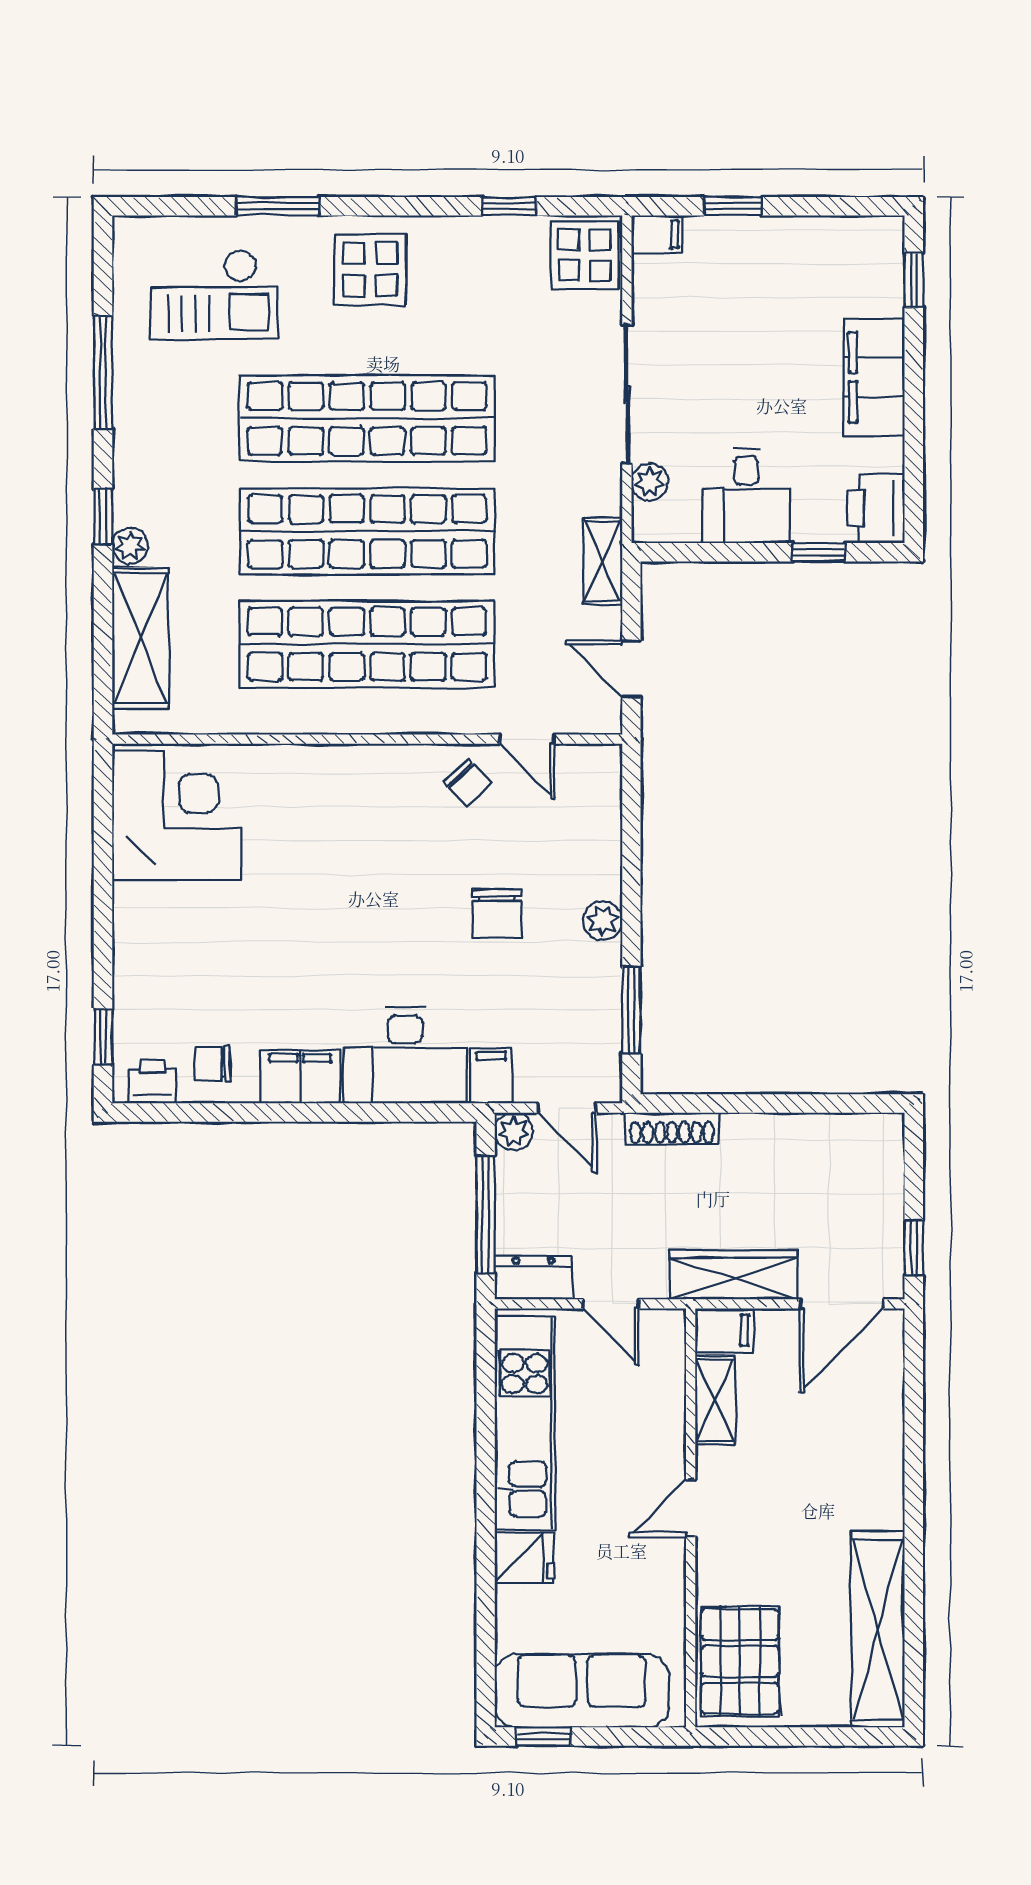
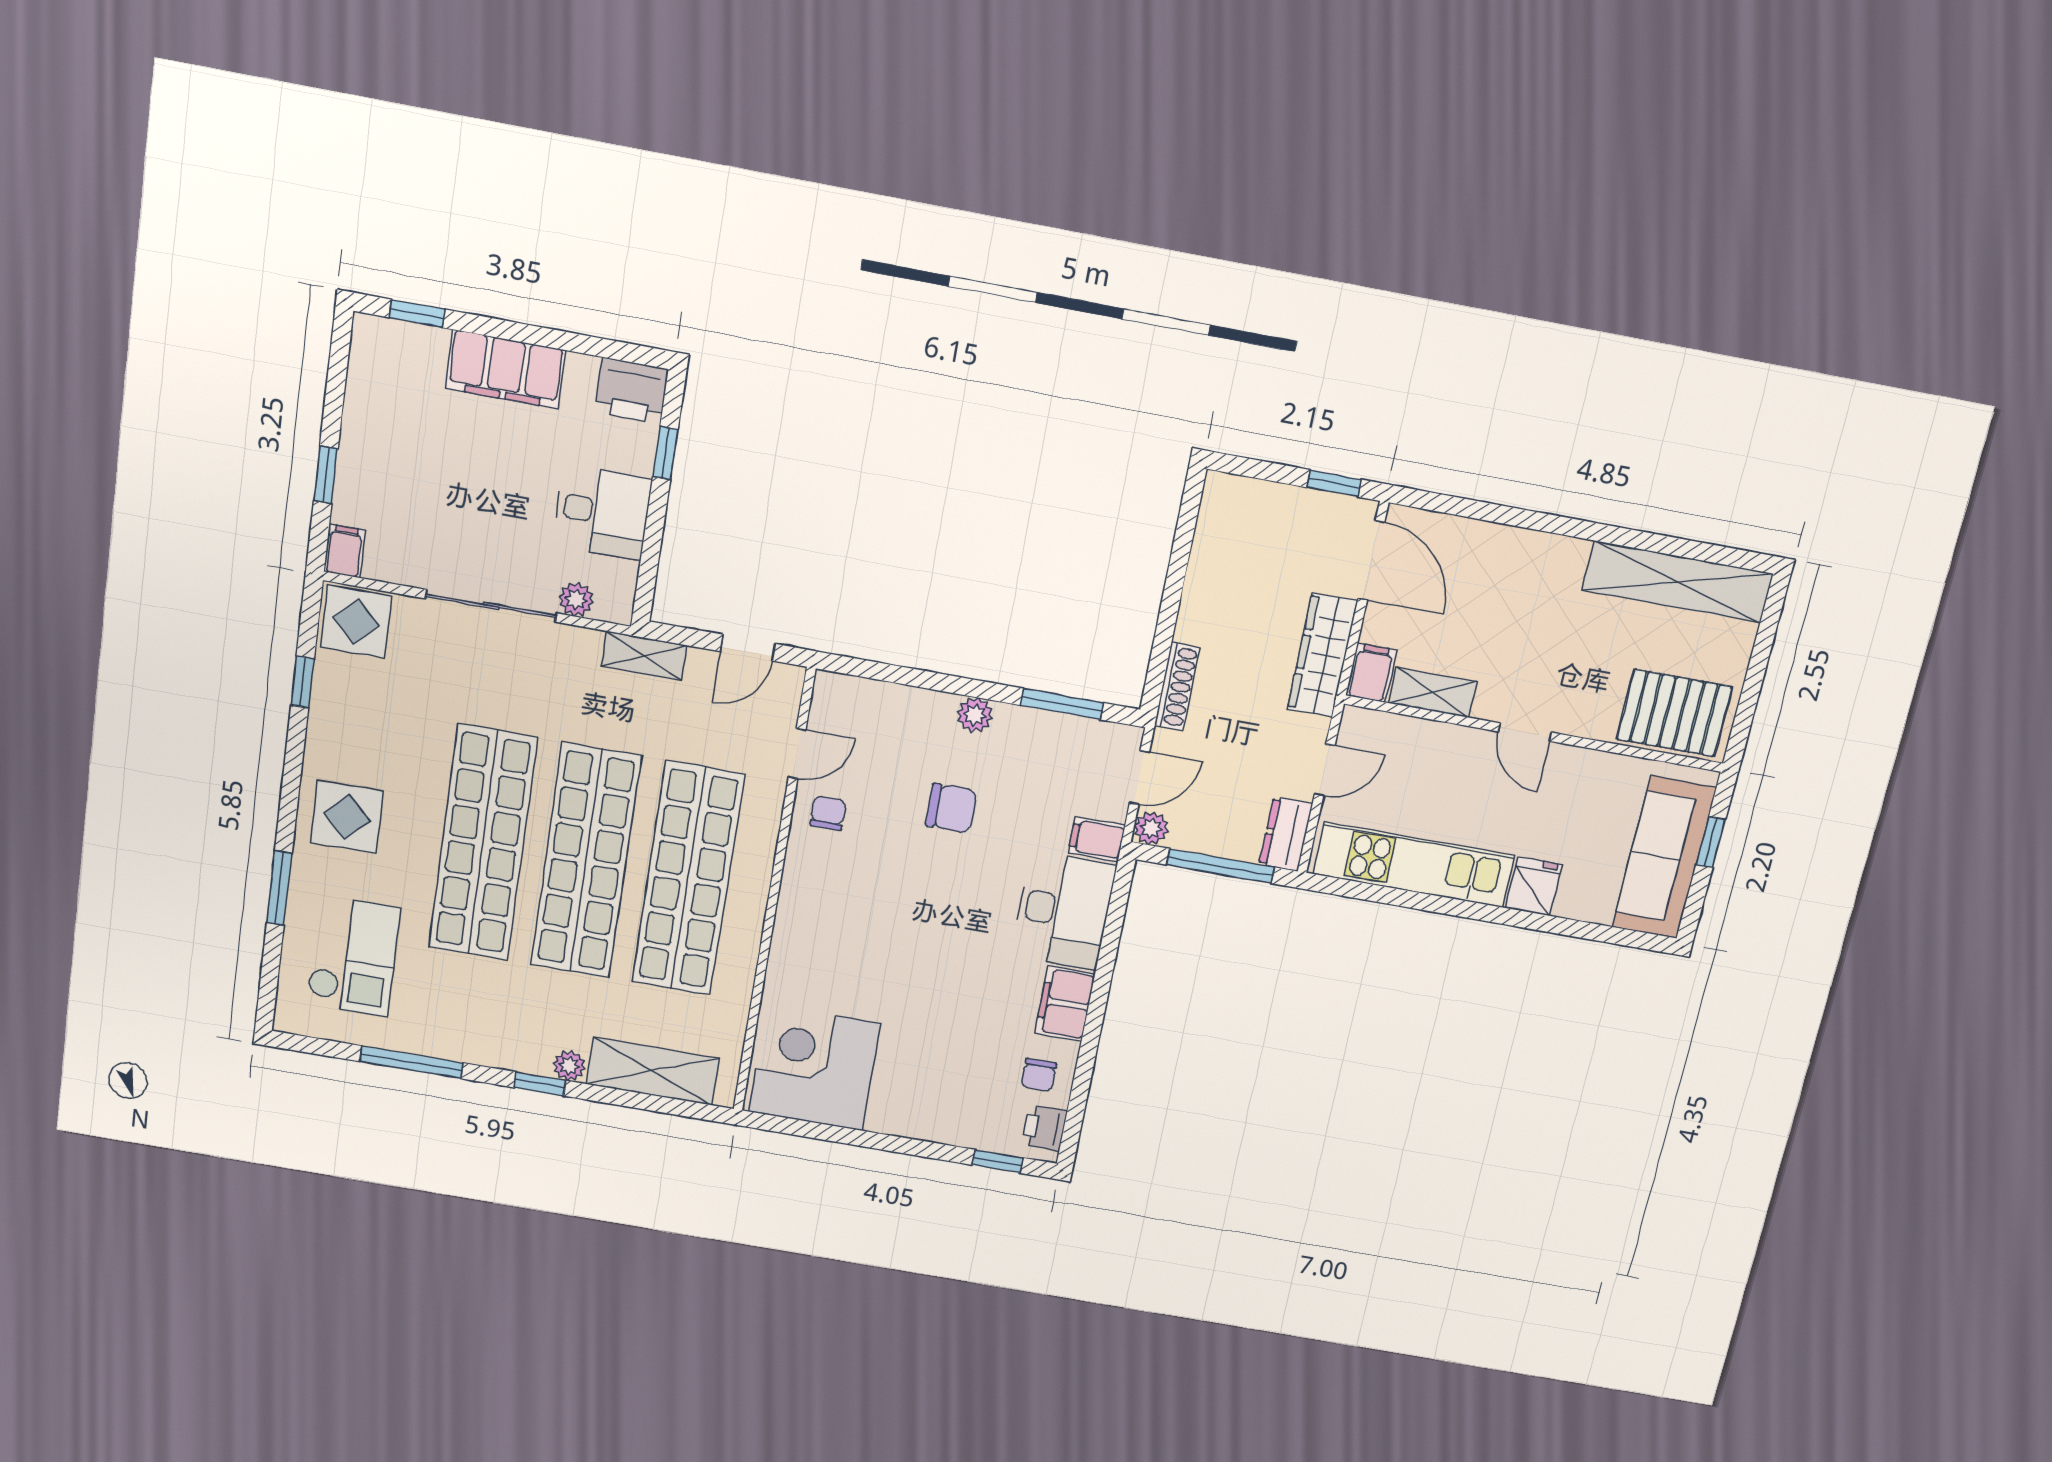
chair: (468, 783) -> (828, 813), turned -47
window: (543, 1737) -> (1711, 842), moved

